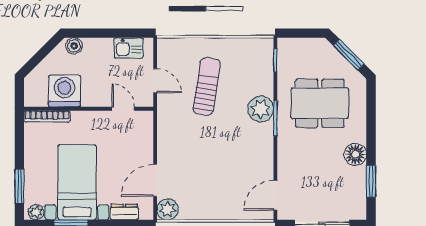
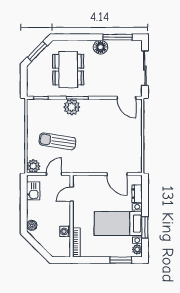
washing machine: (64, 91) -> (65, 231), width x0.53, depth x0.53
window: (371, 181) -> (118, 37), width x1.44
plant: (168, 209) -> (33, 166), moved

